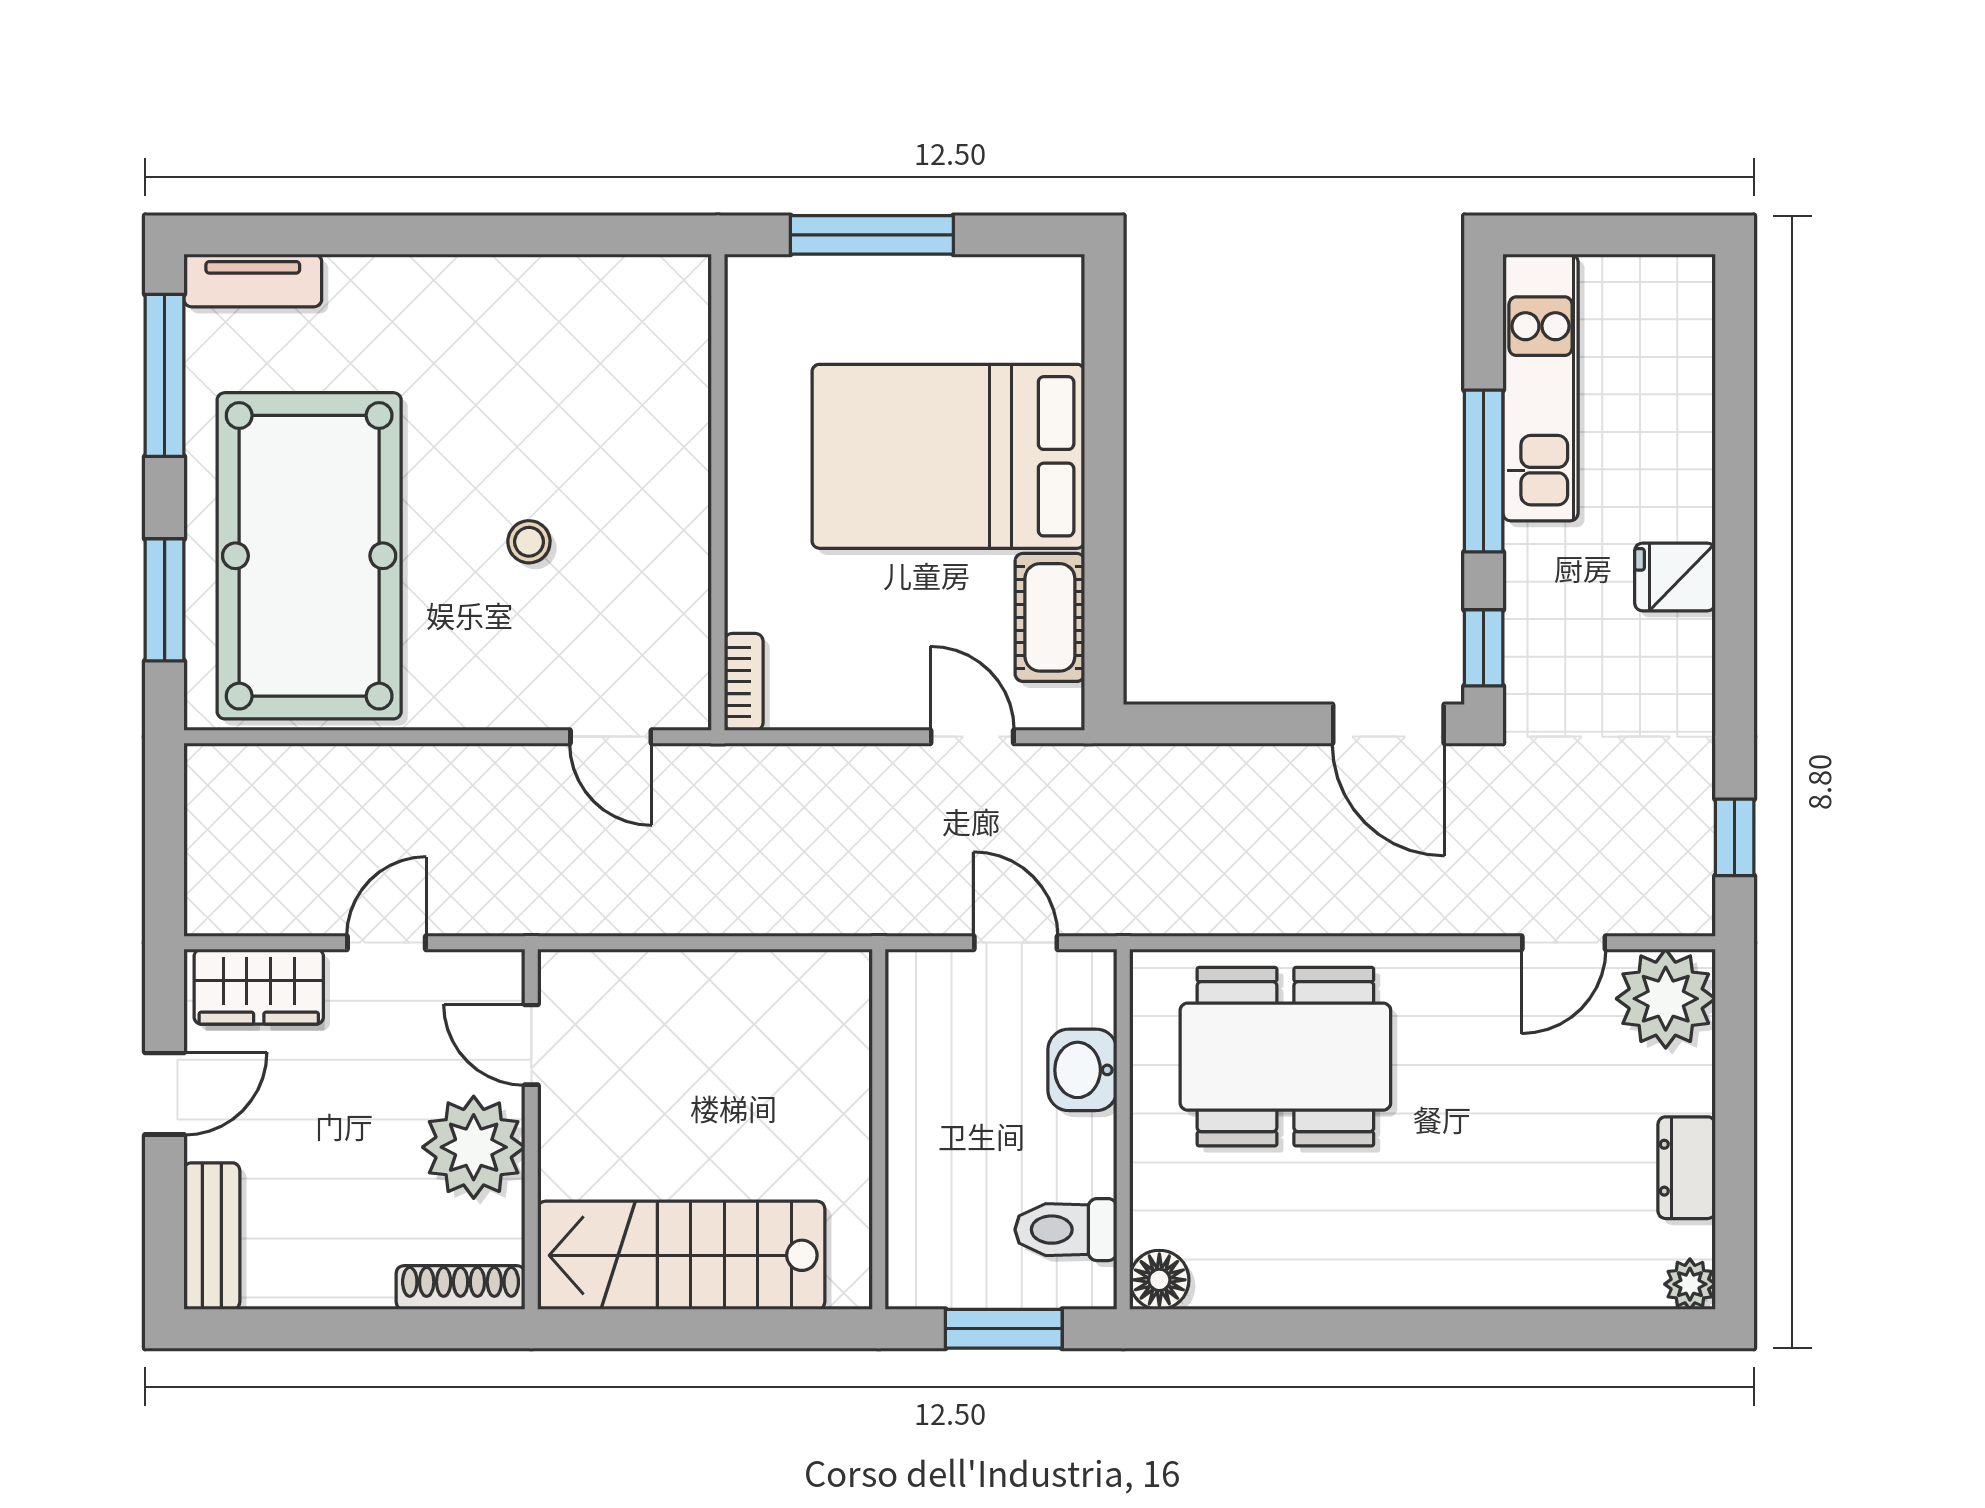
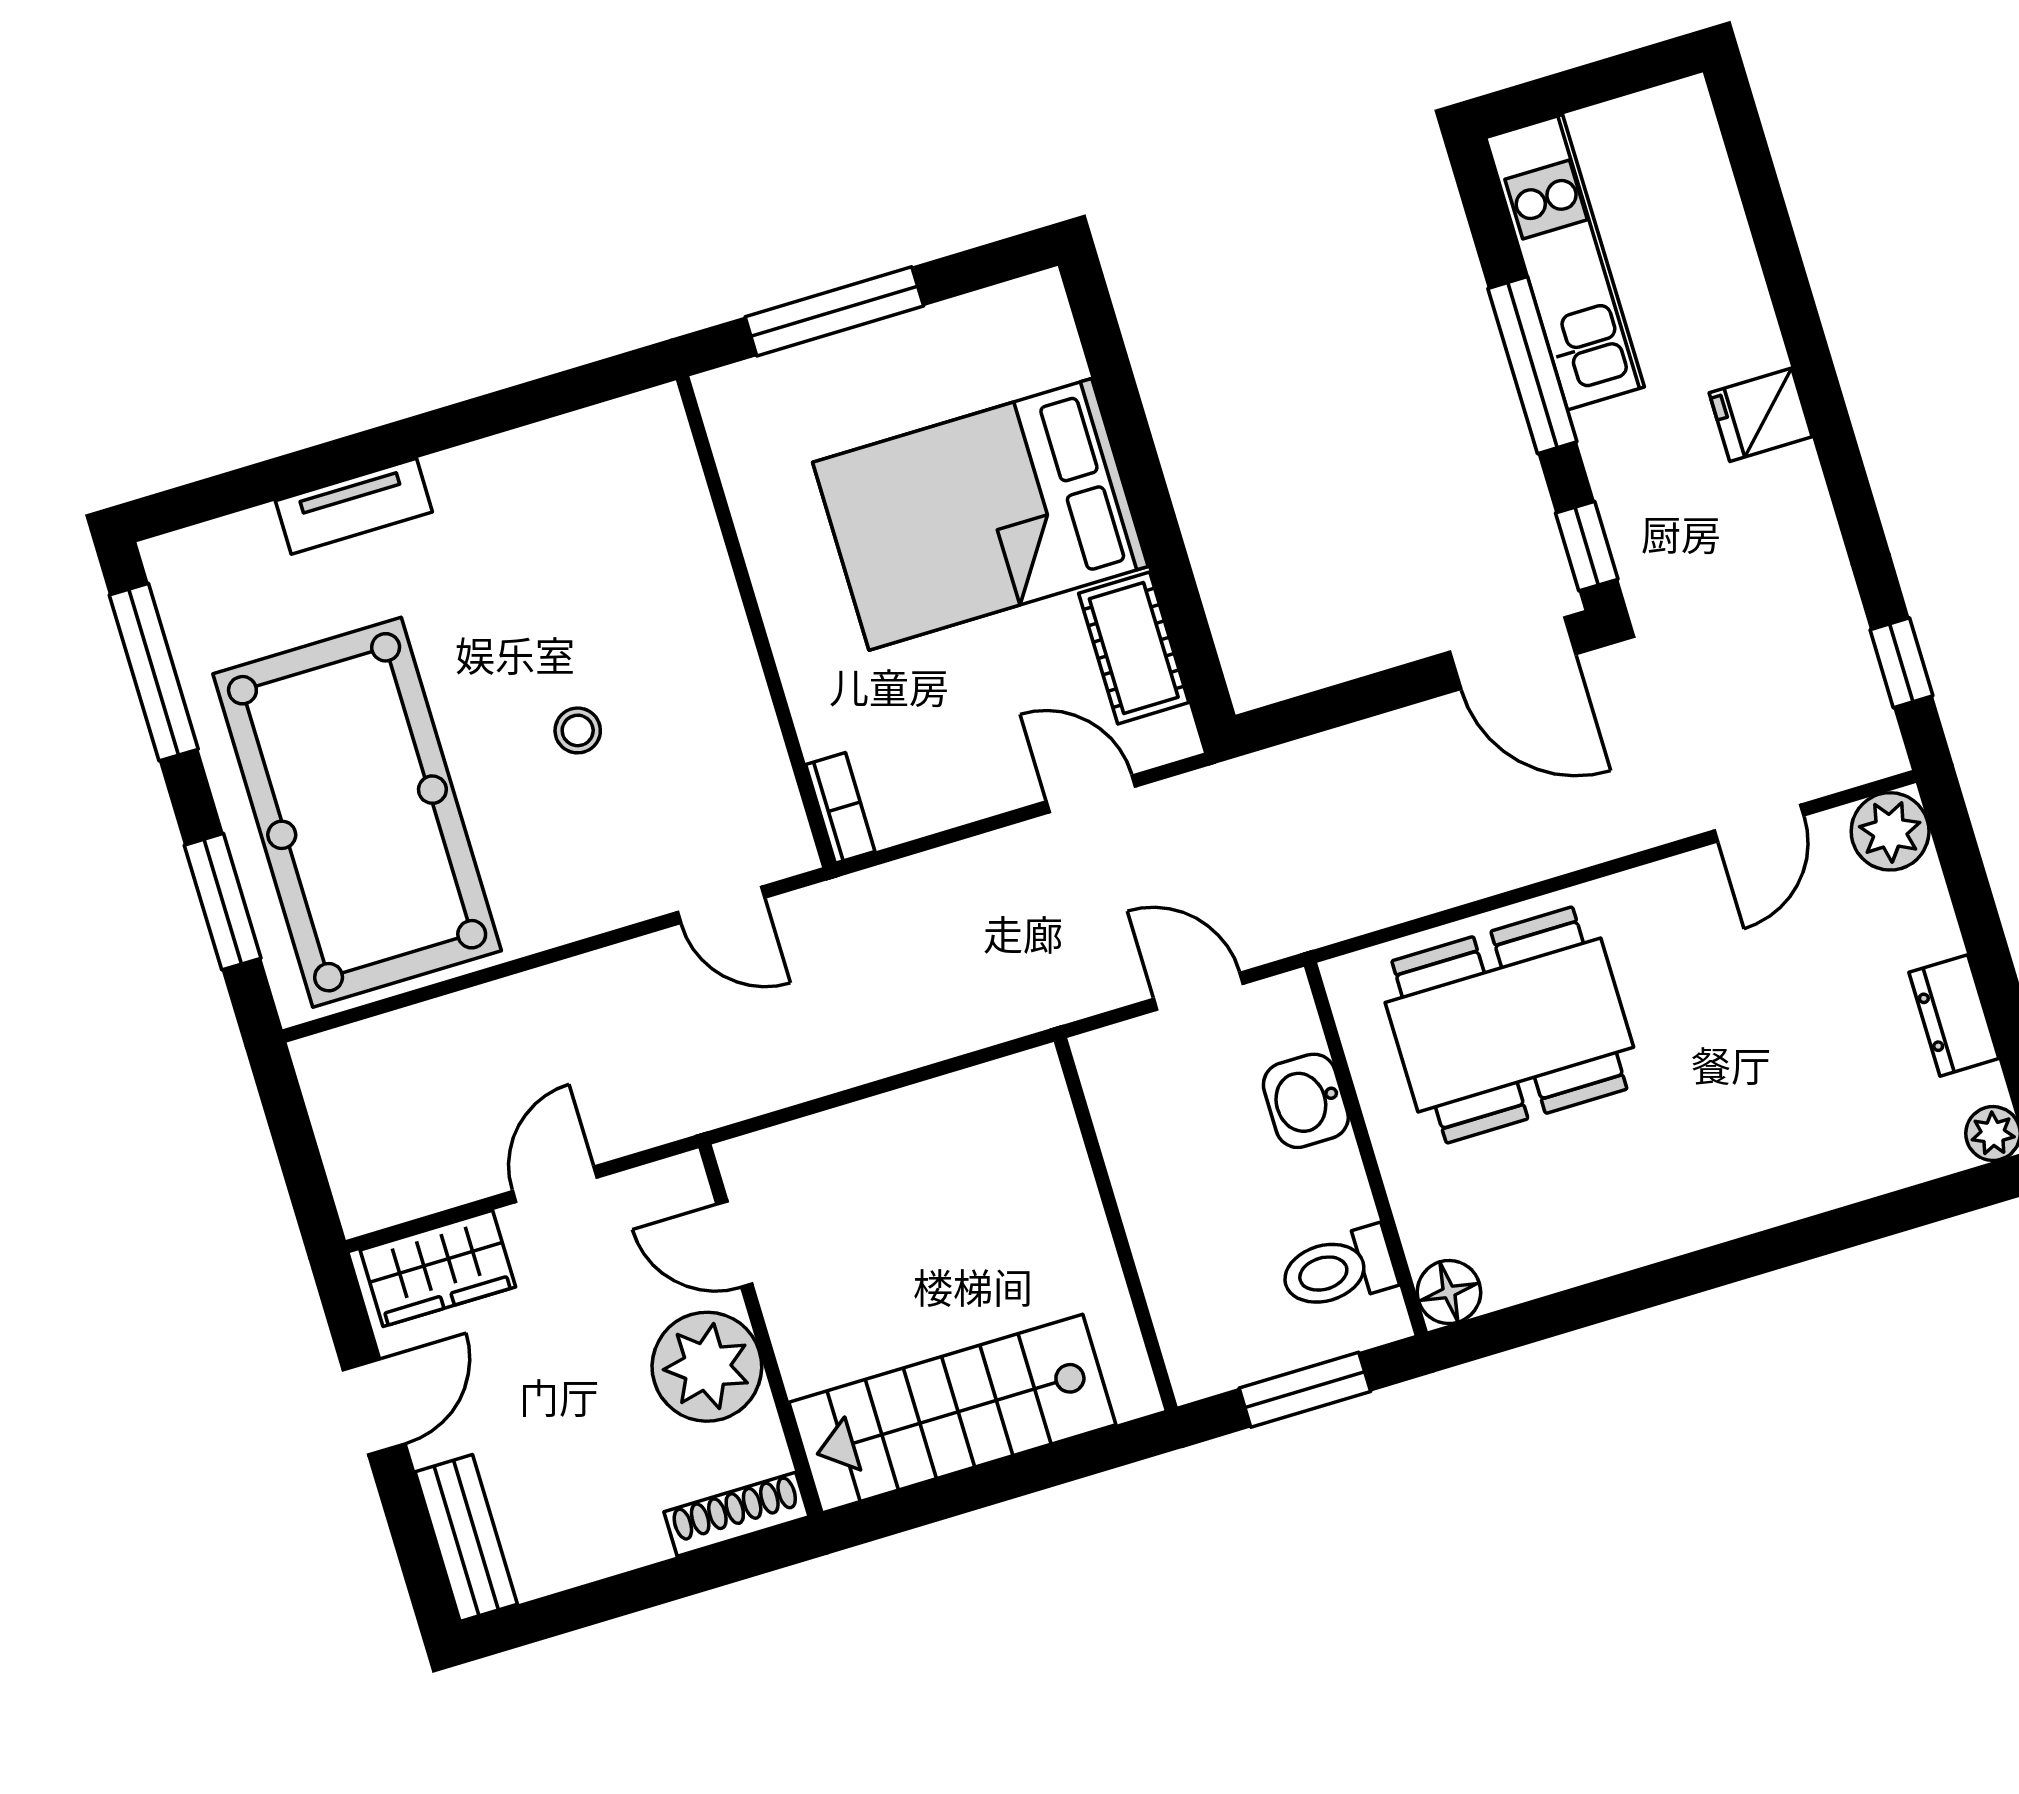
tv unit: (253, 281) -> (354, 506), moved
plant: (1666, 999) -> (1890, 831), width x0.73, depth x0.73

